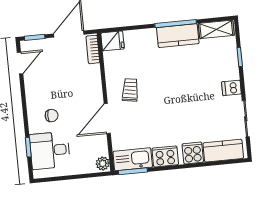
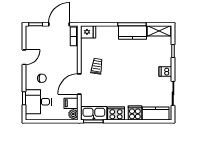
door: (20, 63) -> (24, 57), moved
filing cabinet: (98, 148) -> (71, 103), added

